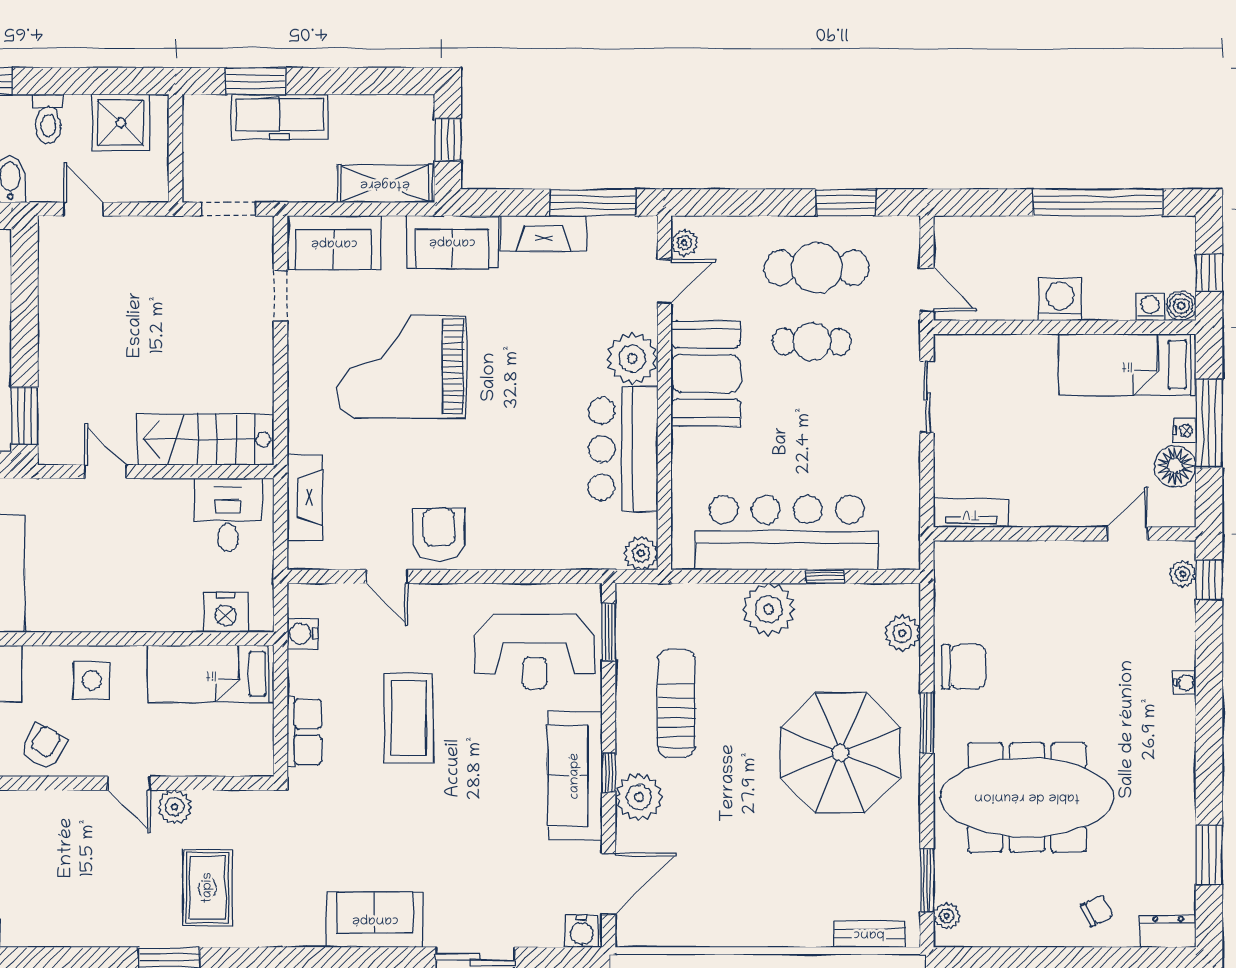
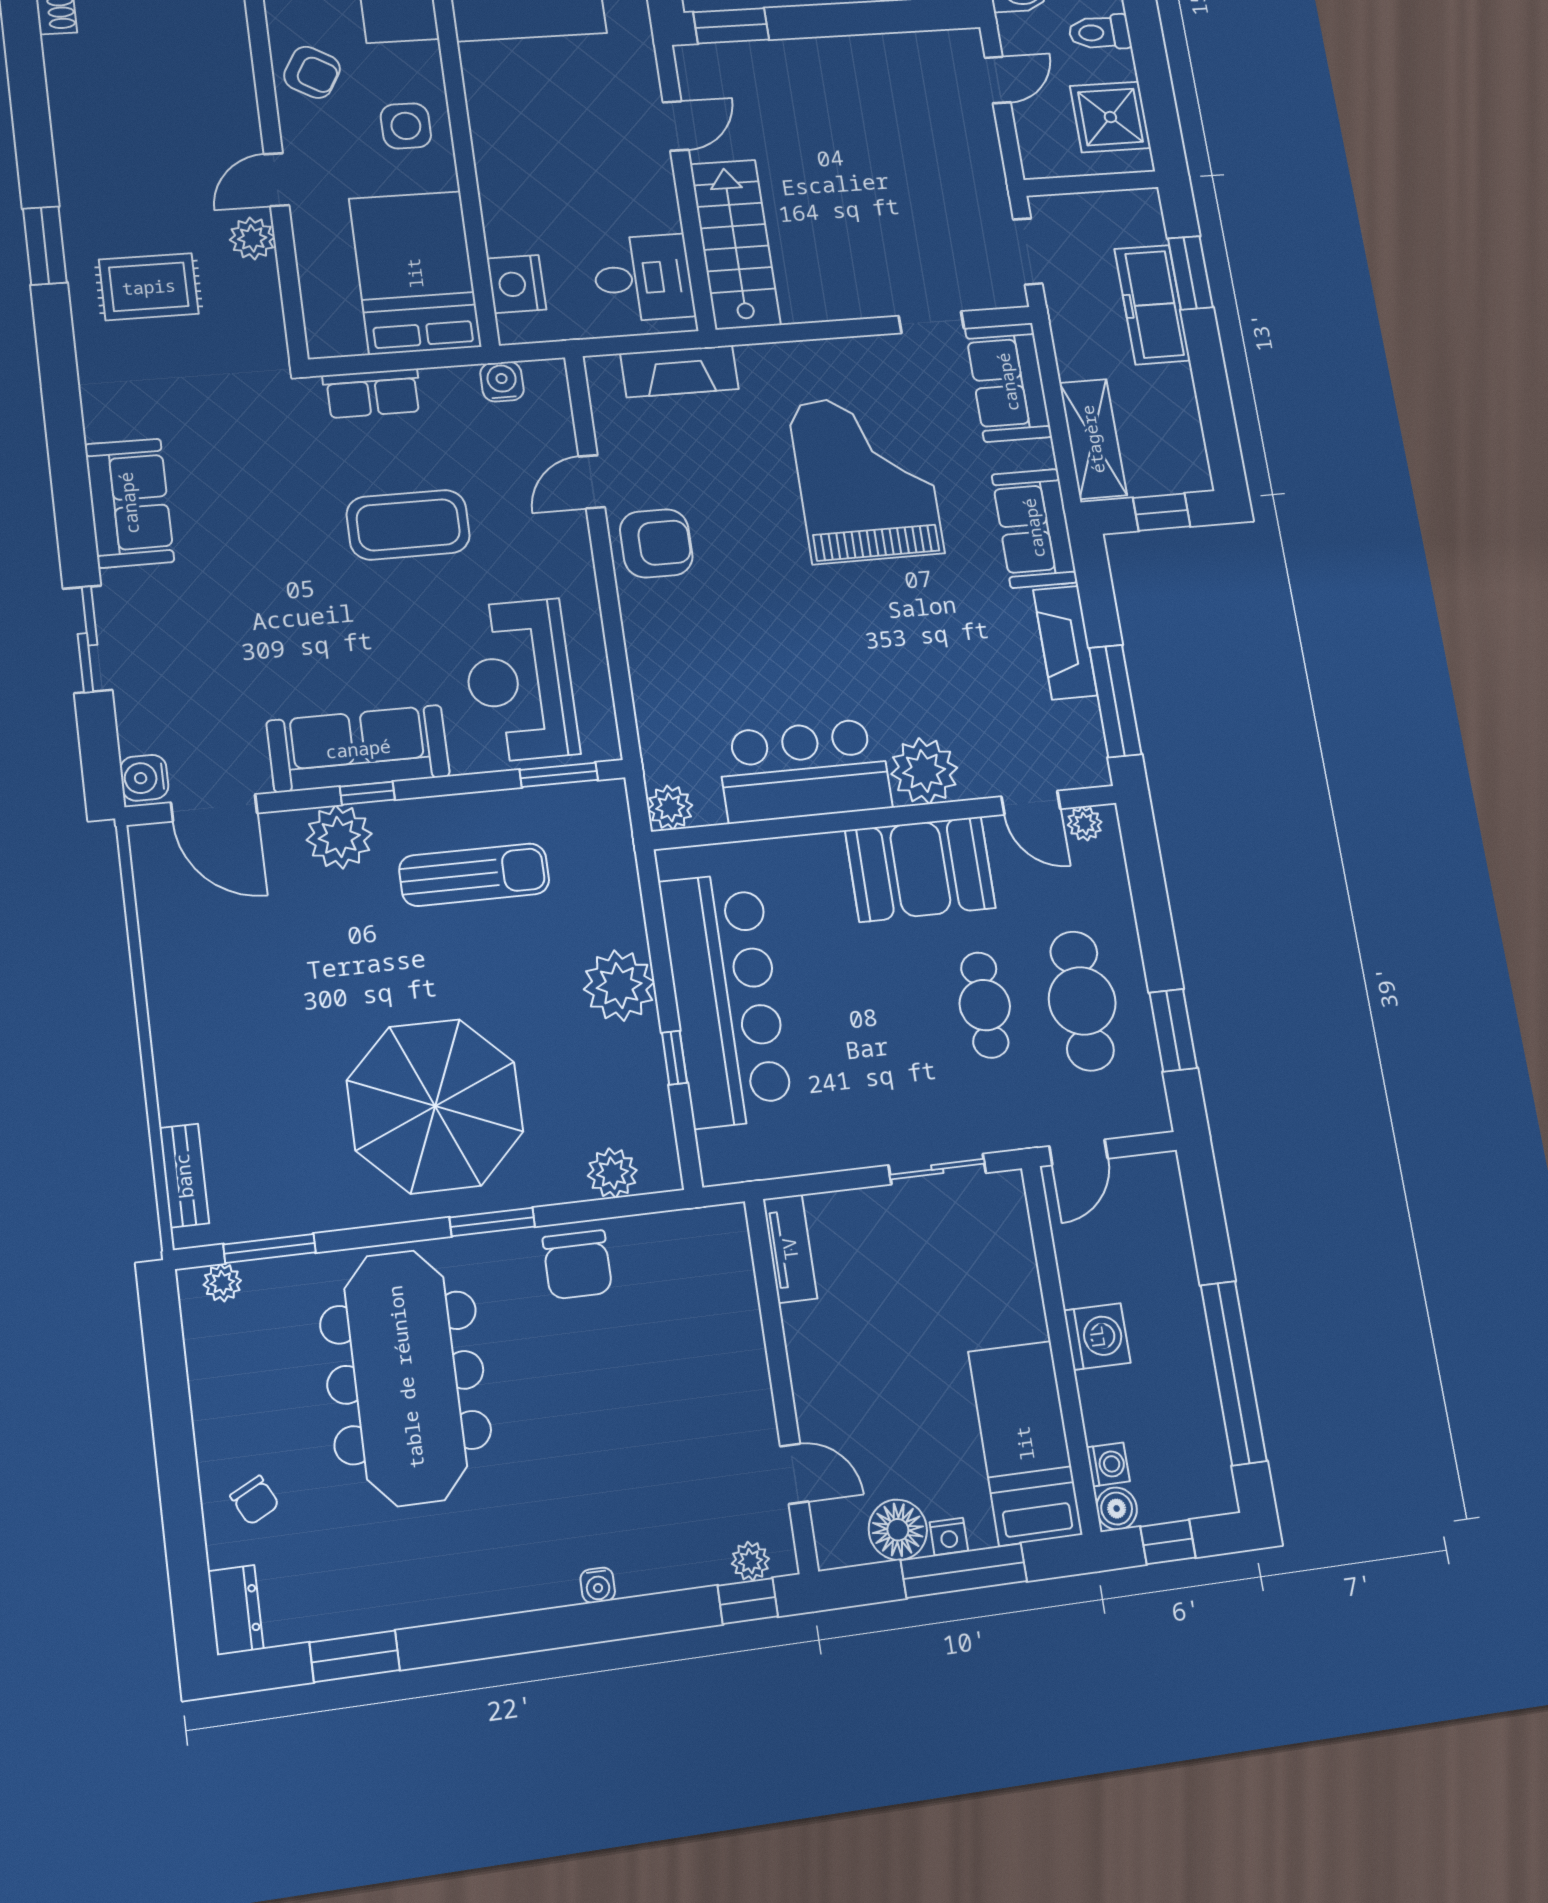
bed: (211, 674) -> (415, 273), width x1.50

